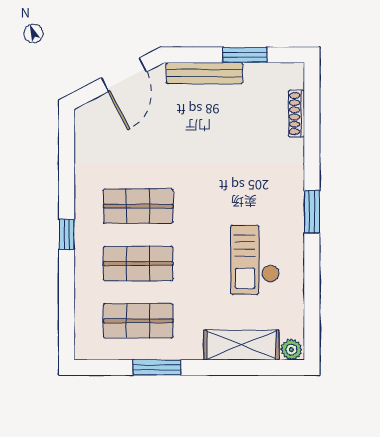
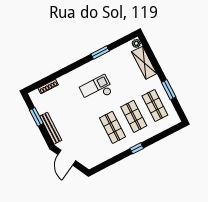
door: (124, 75) -> (67, 158), swing flipped
window: (312, 212) -> (100, 52), moved
checkout: (255, 260) -> (97, 89), moved, turned 180

